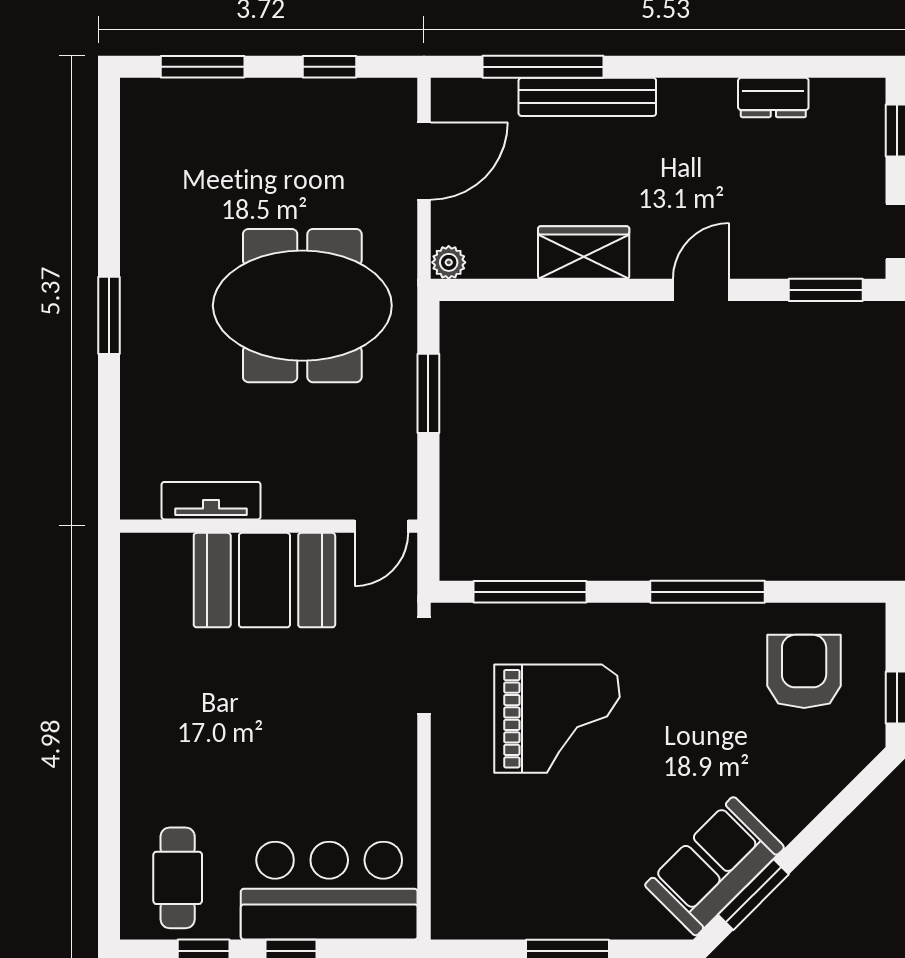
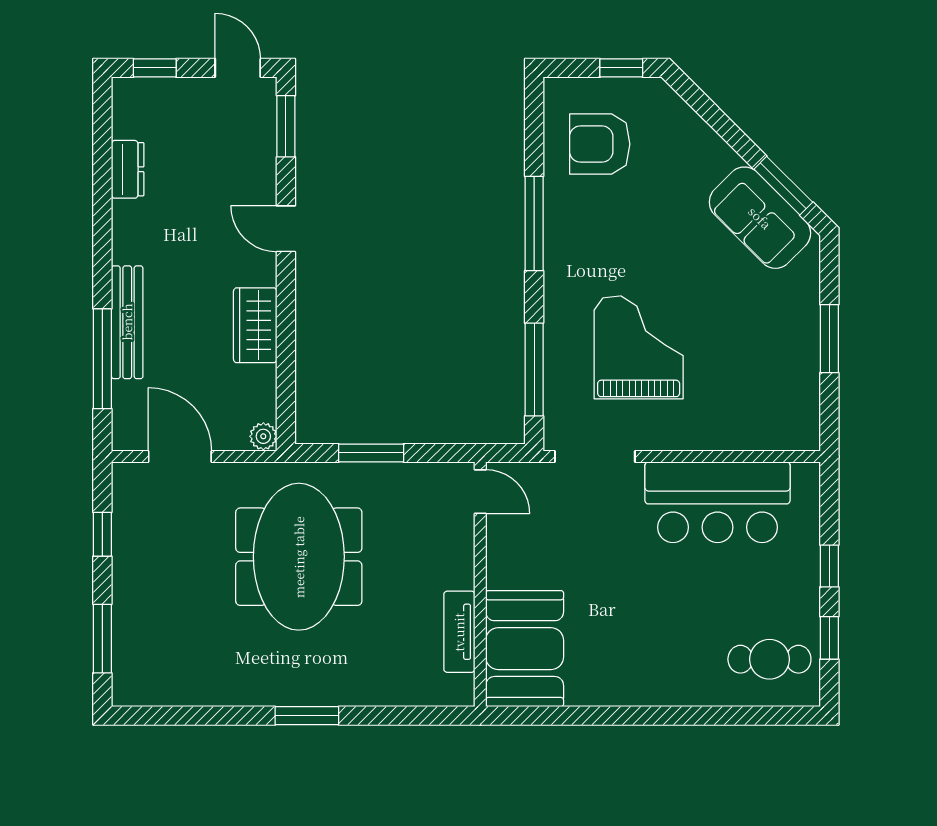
booth: (264, 580) -> (525, 649), moved
bar counter: (329, 891) -> (718, 502), moved, turned -90

